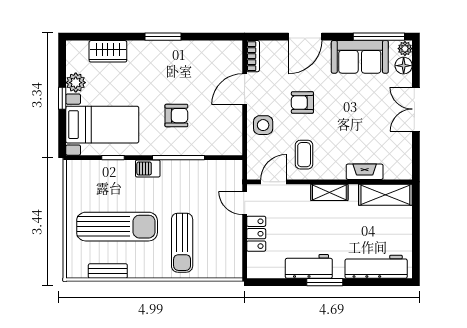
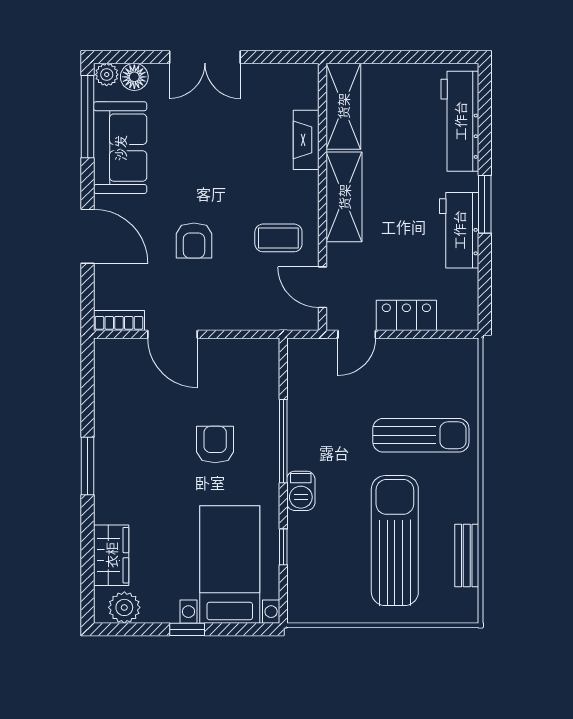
plant: (76, 83) -> (124, 607), moved
side table: (263, 125) -> (231, 304), removed
shelving: (329, 192) -> (344, 197), width x1.50, depth x1.33

